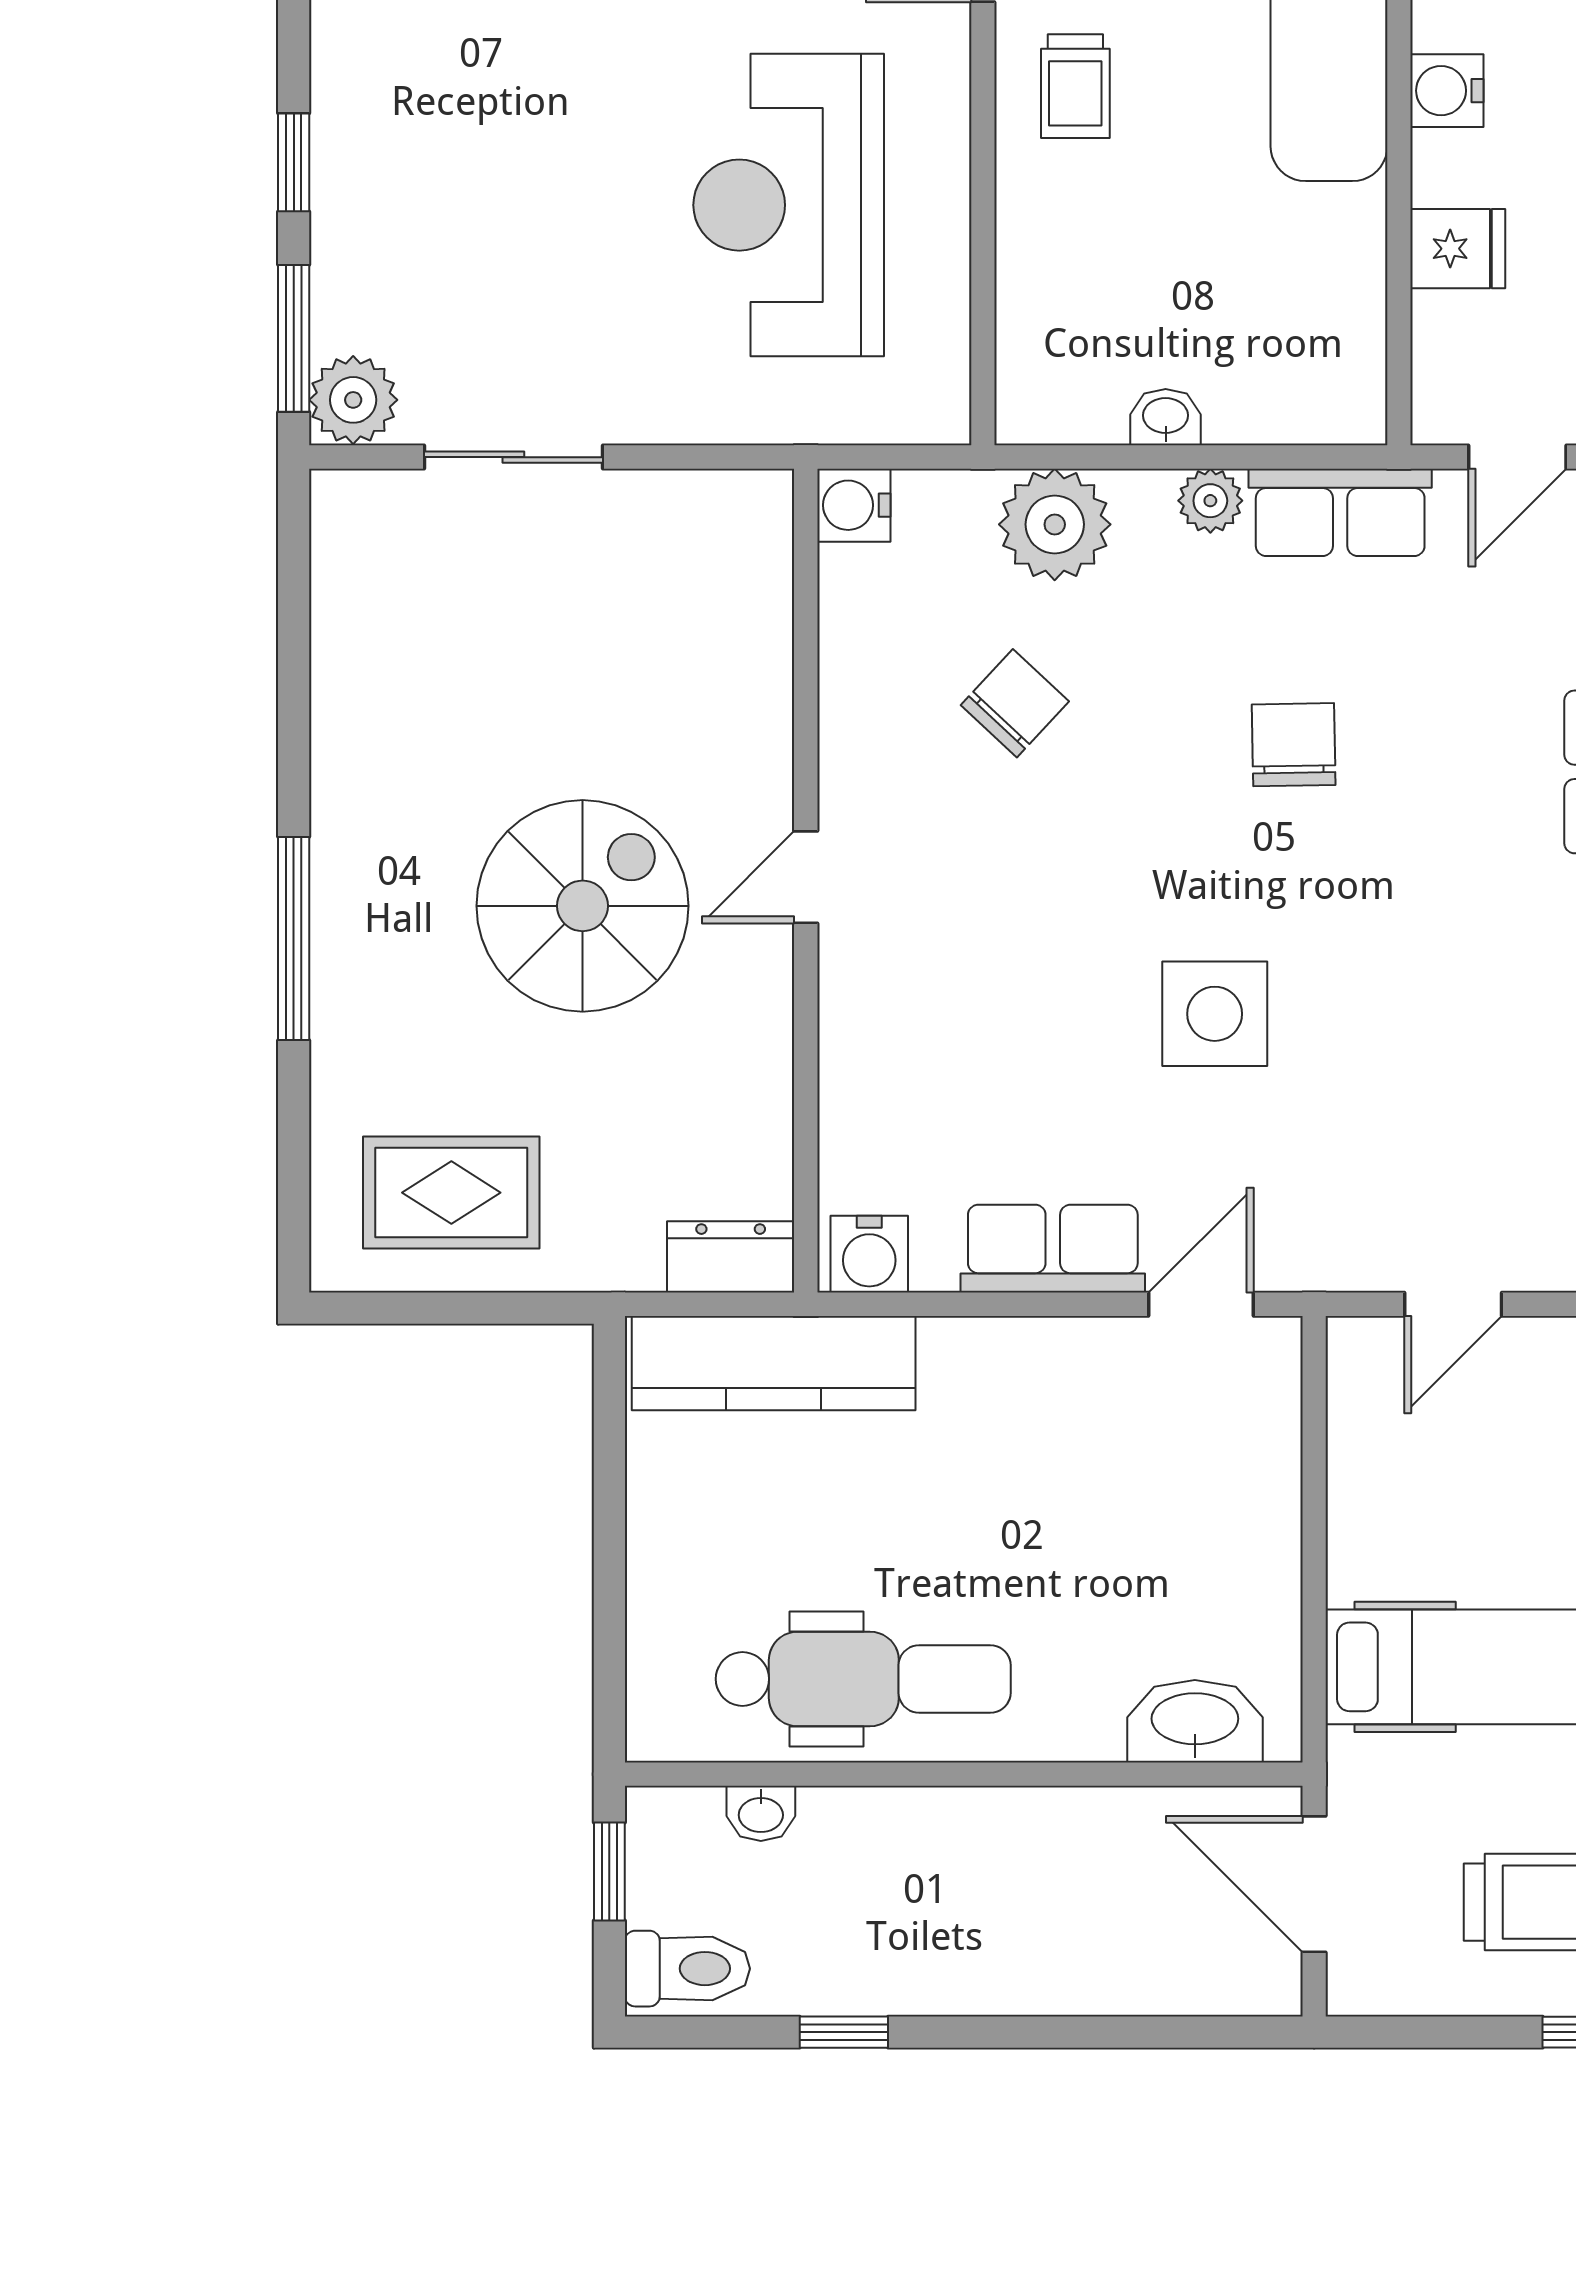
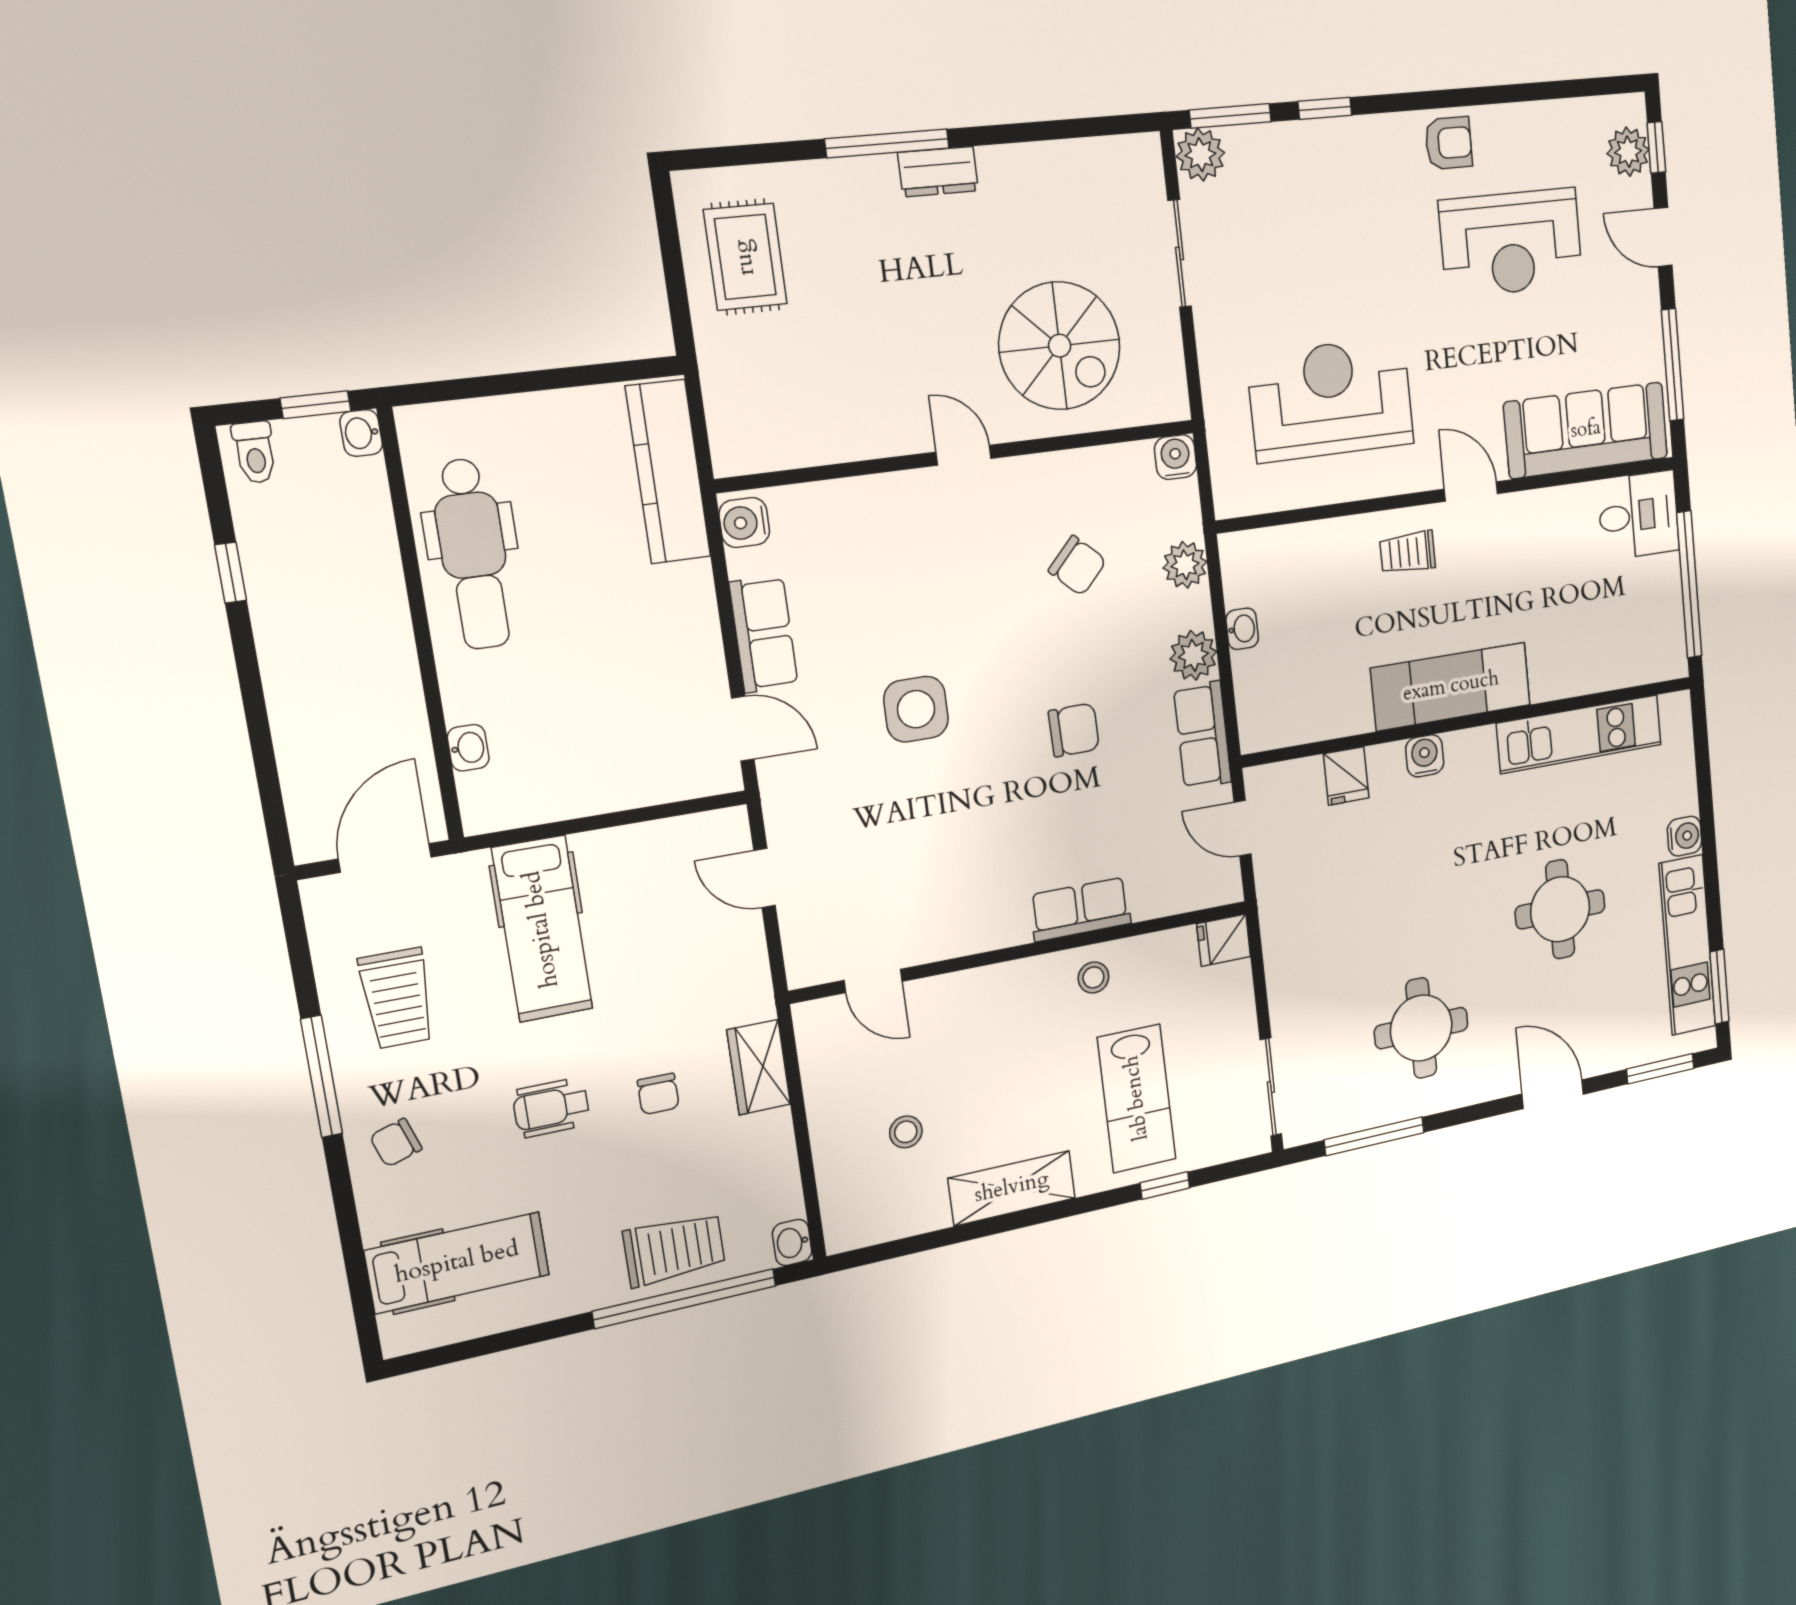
plant: (1210, 501) -> (1193, 655), width x1.38, depth x1.38
plant: (1055, 524) -> (1185, 565), width x0.73, depth x0.73
spiral stairs: (583, 906) -> (1060, 346), moved
dresser: (731, 1257) -> (938, 172), moved, turned 90
washbasin: (1195, 1721) -> (468, 748), width x0.52, depth x0.69
washbasin: (761, 1813) -> (361, 433), moved
toilet: (687, 1969) -> (255, 452), width x0.73, depth x0.72

